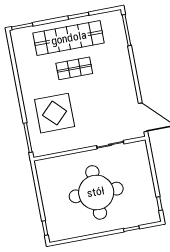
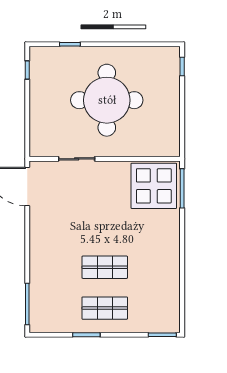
shop shelf: (69, 38) -> (105, 308), width x0.50, depth x0.74
display table: (55, 113) -> (154, 186), moved

